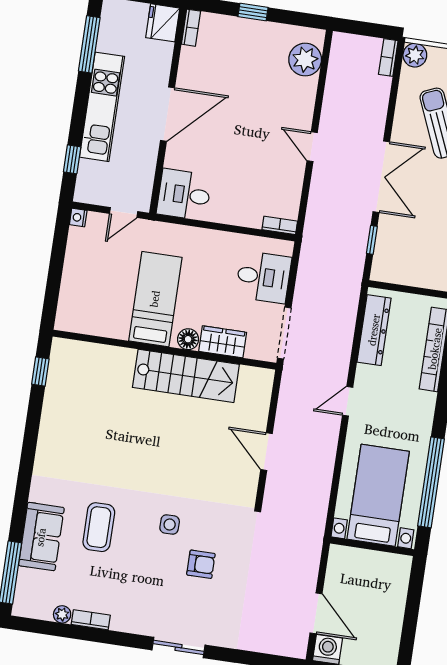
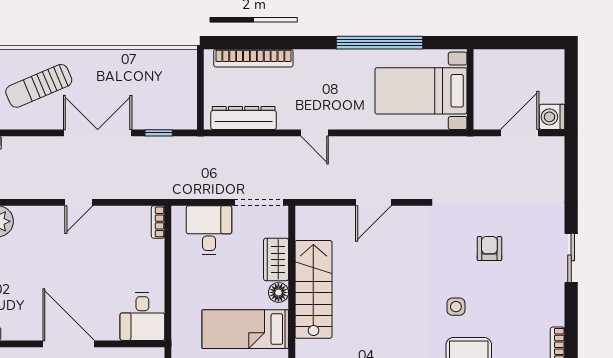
bed with nightstands: (378, 495) -> (421, 91), moved
side table: (170, 525) -> (456, 307), moved
wall: (372, 546) -> (470, 89), moved

